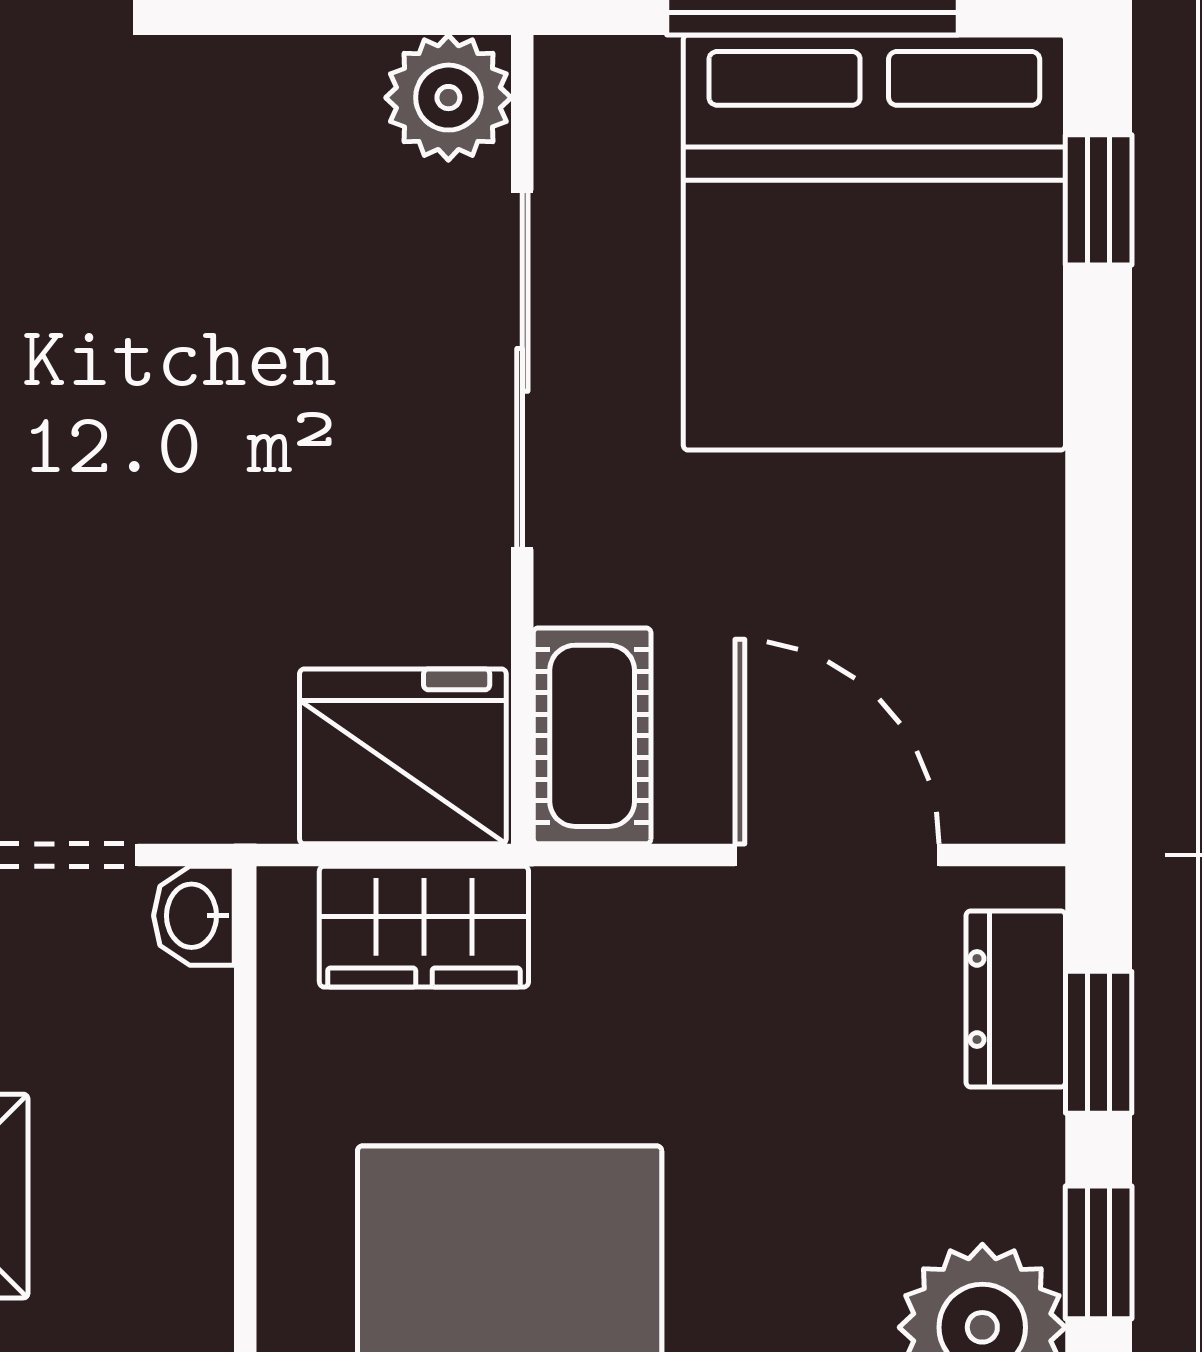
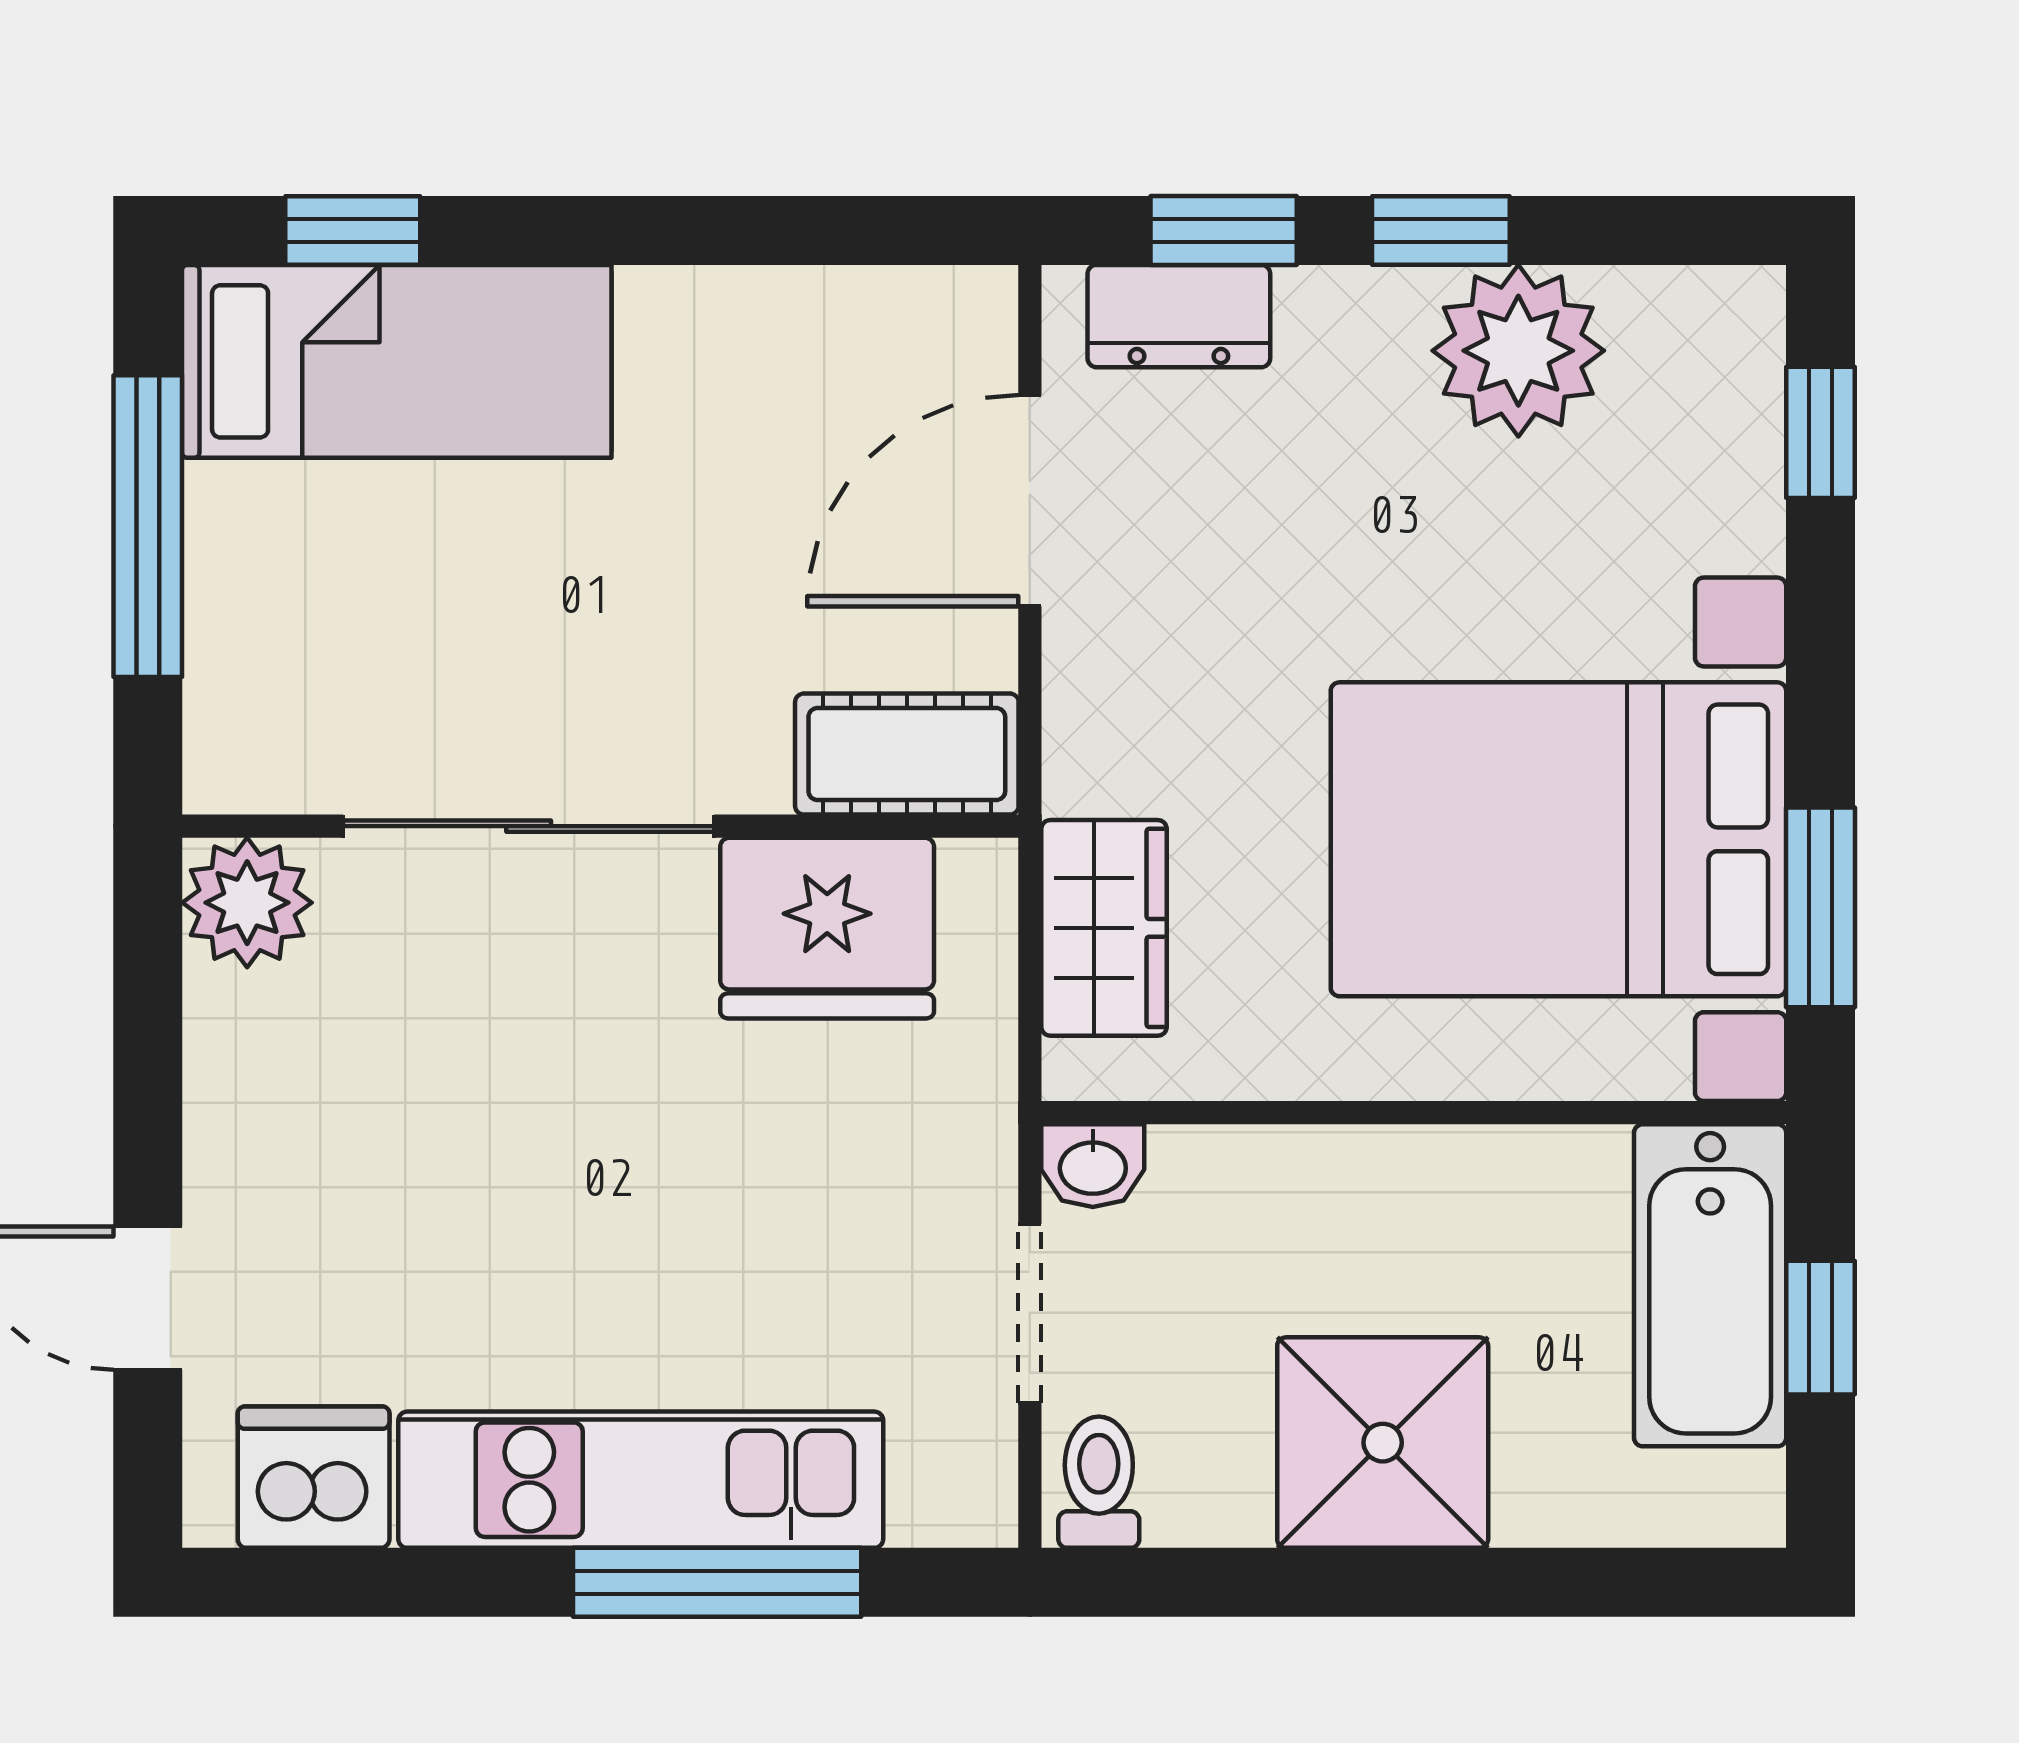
bed: (874, 242) -> (397, 361), width x0.49
fridge: (403, 756) -> (827, 928), moved, turned -90

